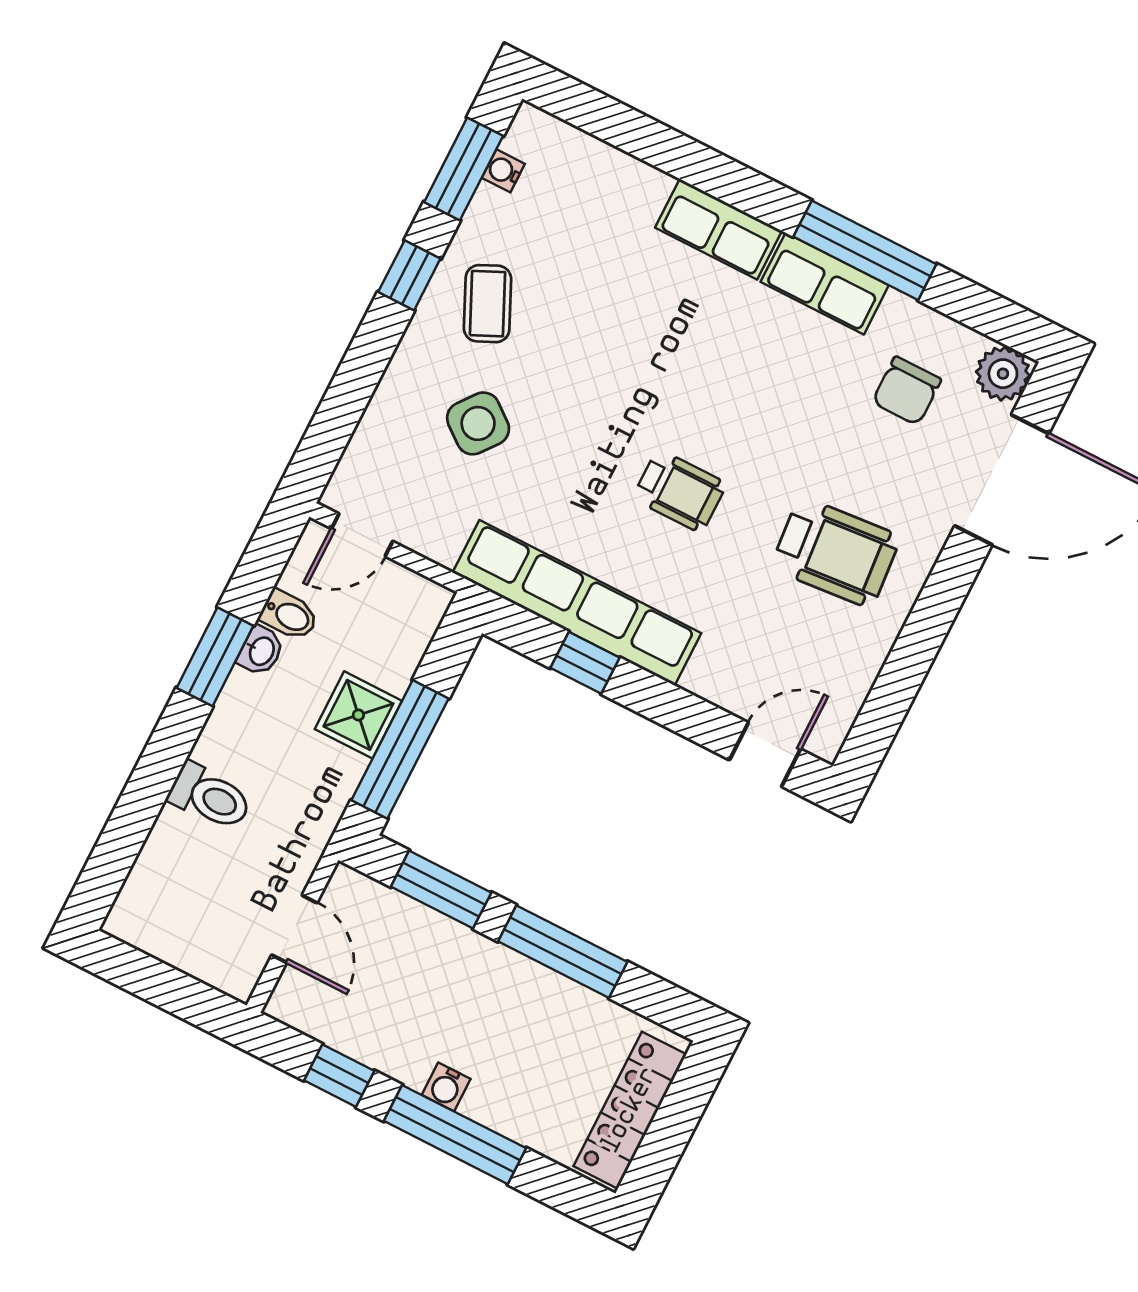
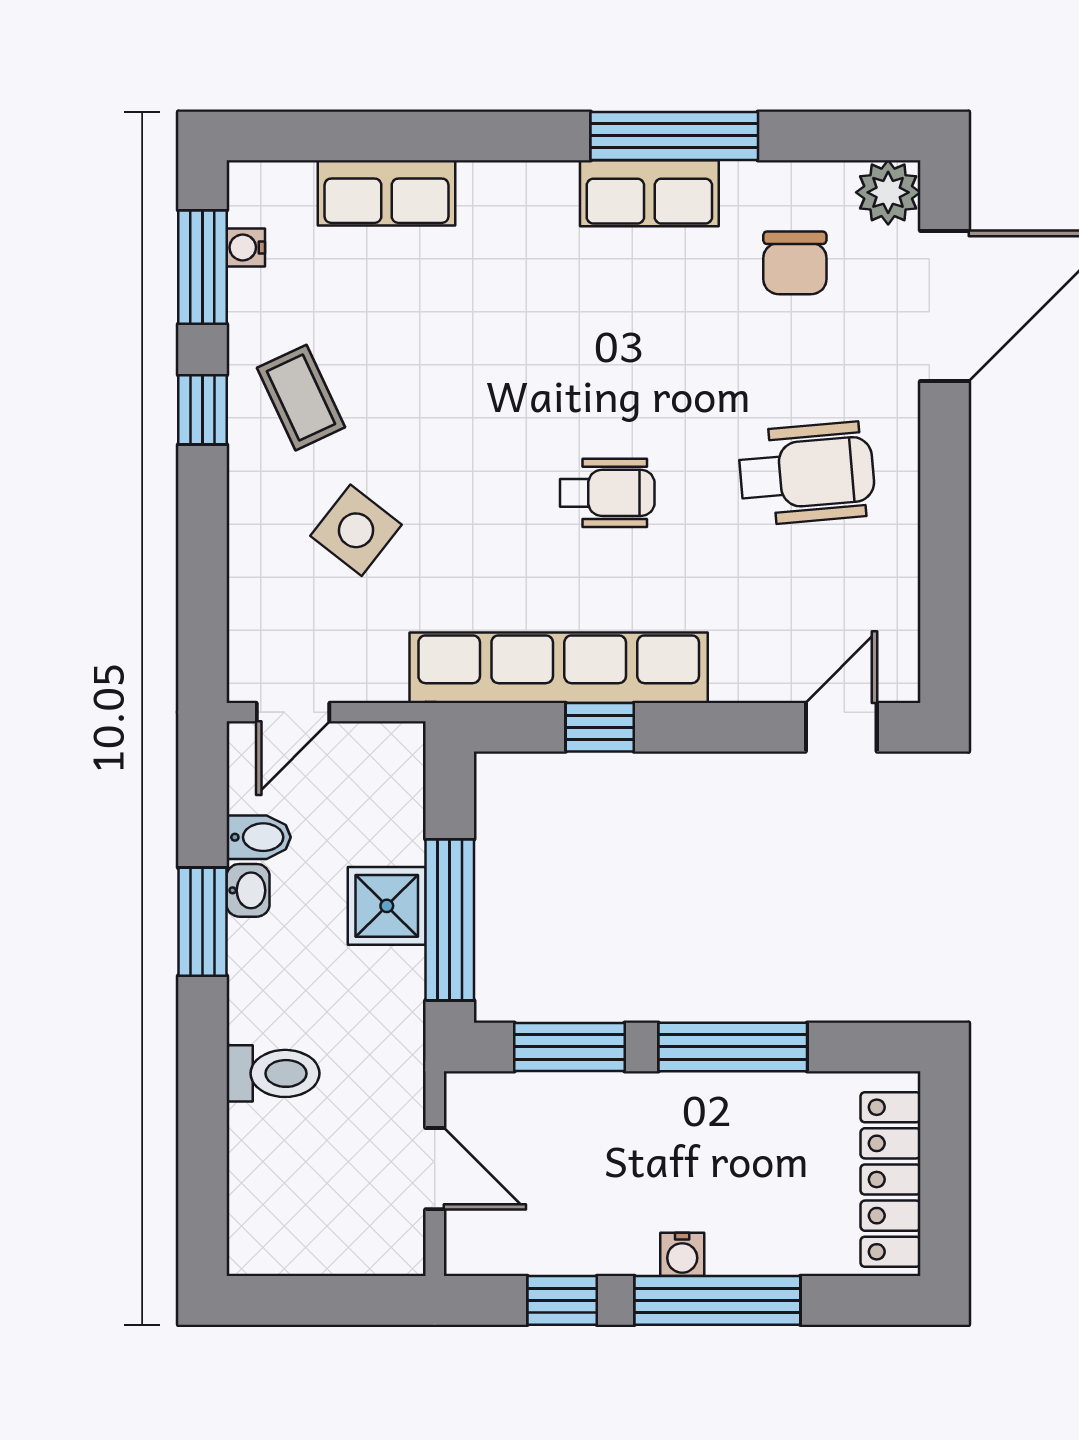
row of seats: (718, 229) -> (387, 193), moved

